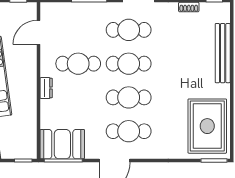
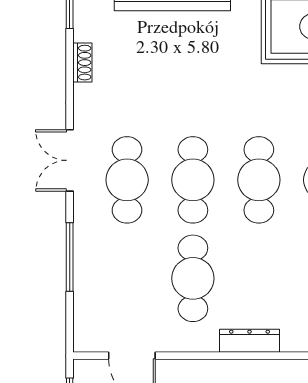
dresser: (46, 88) -> (250, 341), width x1.44

